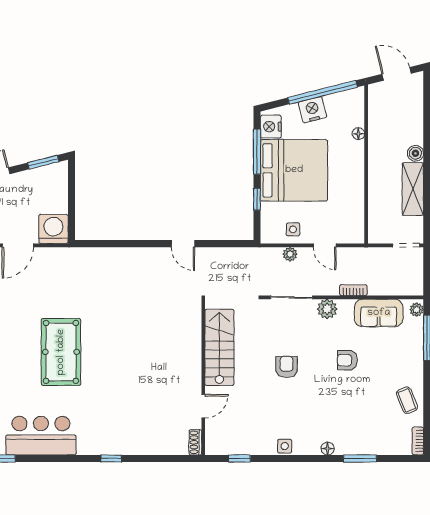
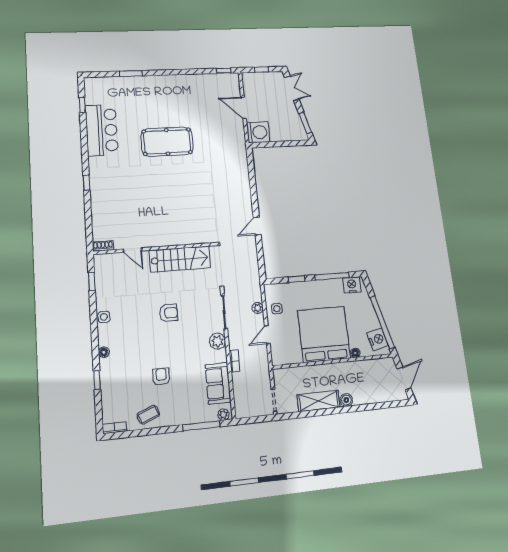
nightstand: (312, 110) -> (377, 339), moved
bed: (294, 170) -> (324, 334), moved, turned 180
armchair: (347, 360) -> (161, 377), moved
window: (360, 459) -> (97, 380), width x0.67

